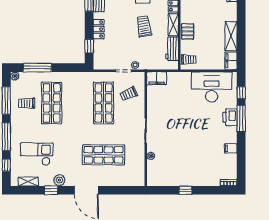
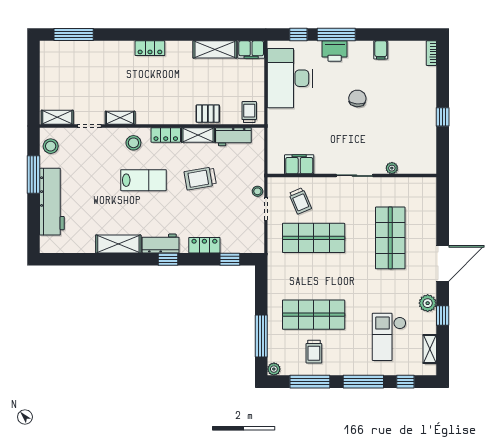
filing cabinet: (157, 78) -> (299, 164), moved, turned -90
chair: (198, 133) -> (357, 98), added

